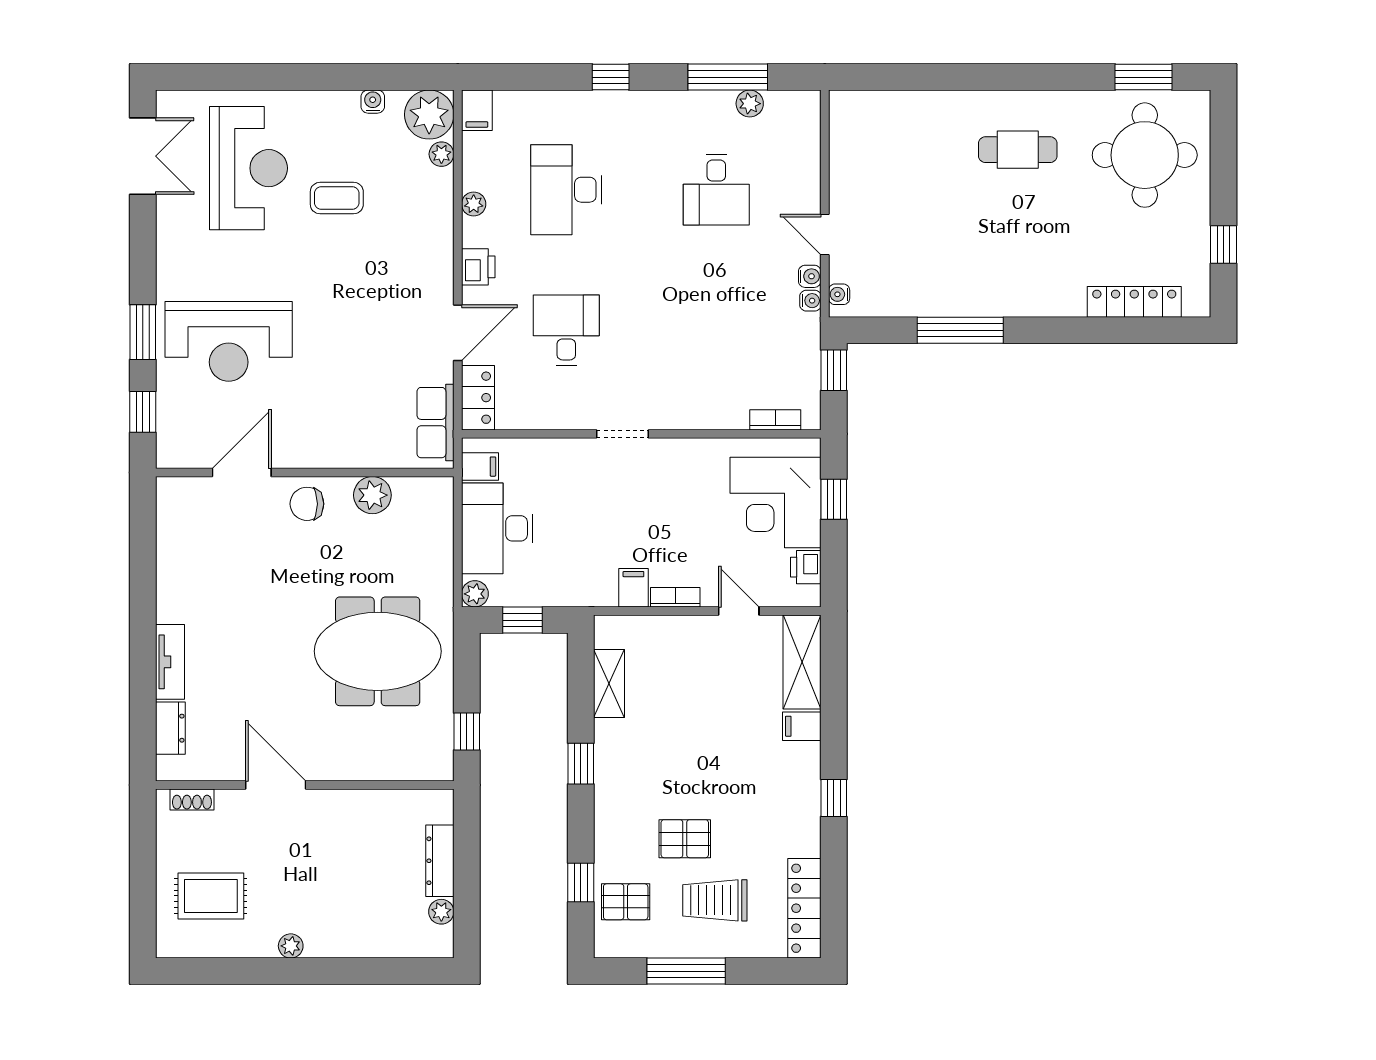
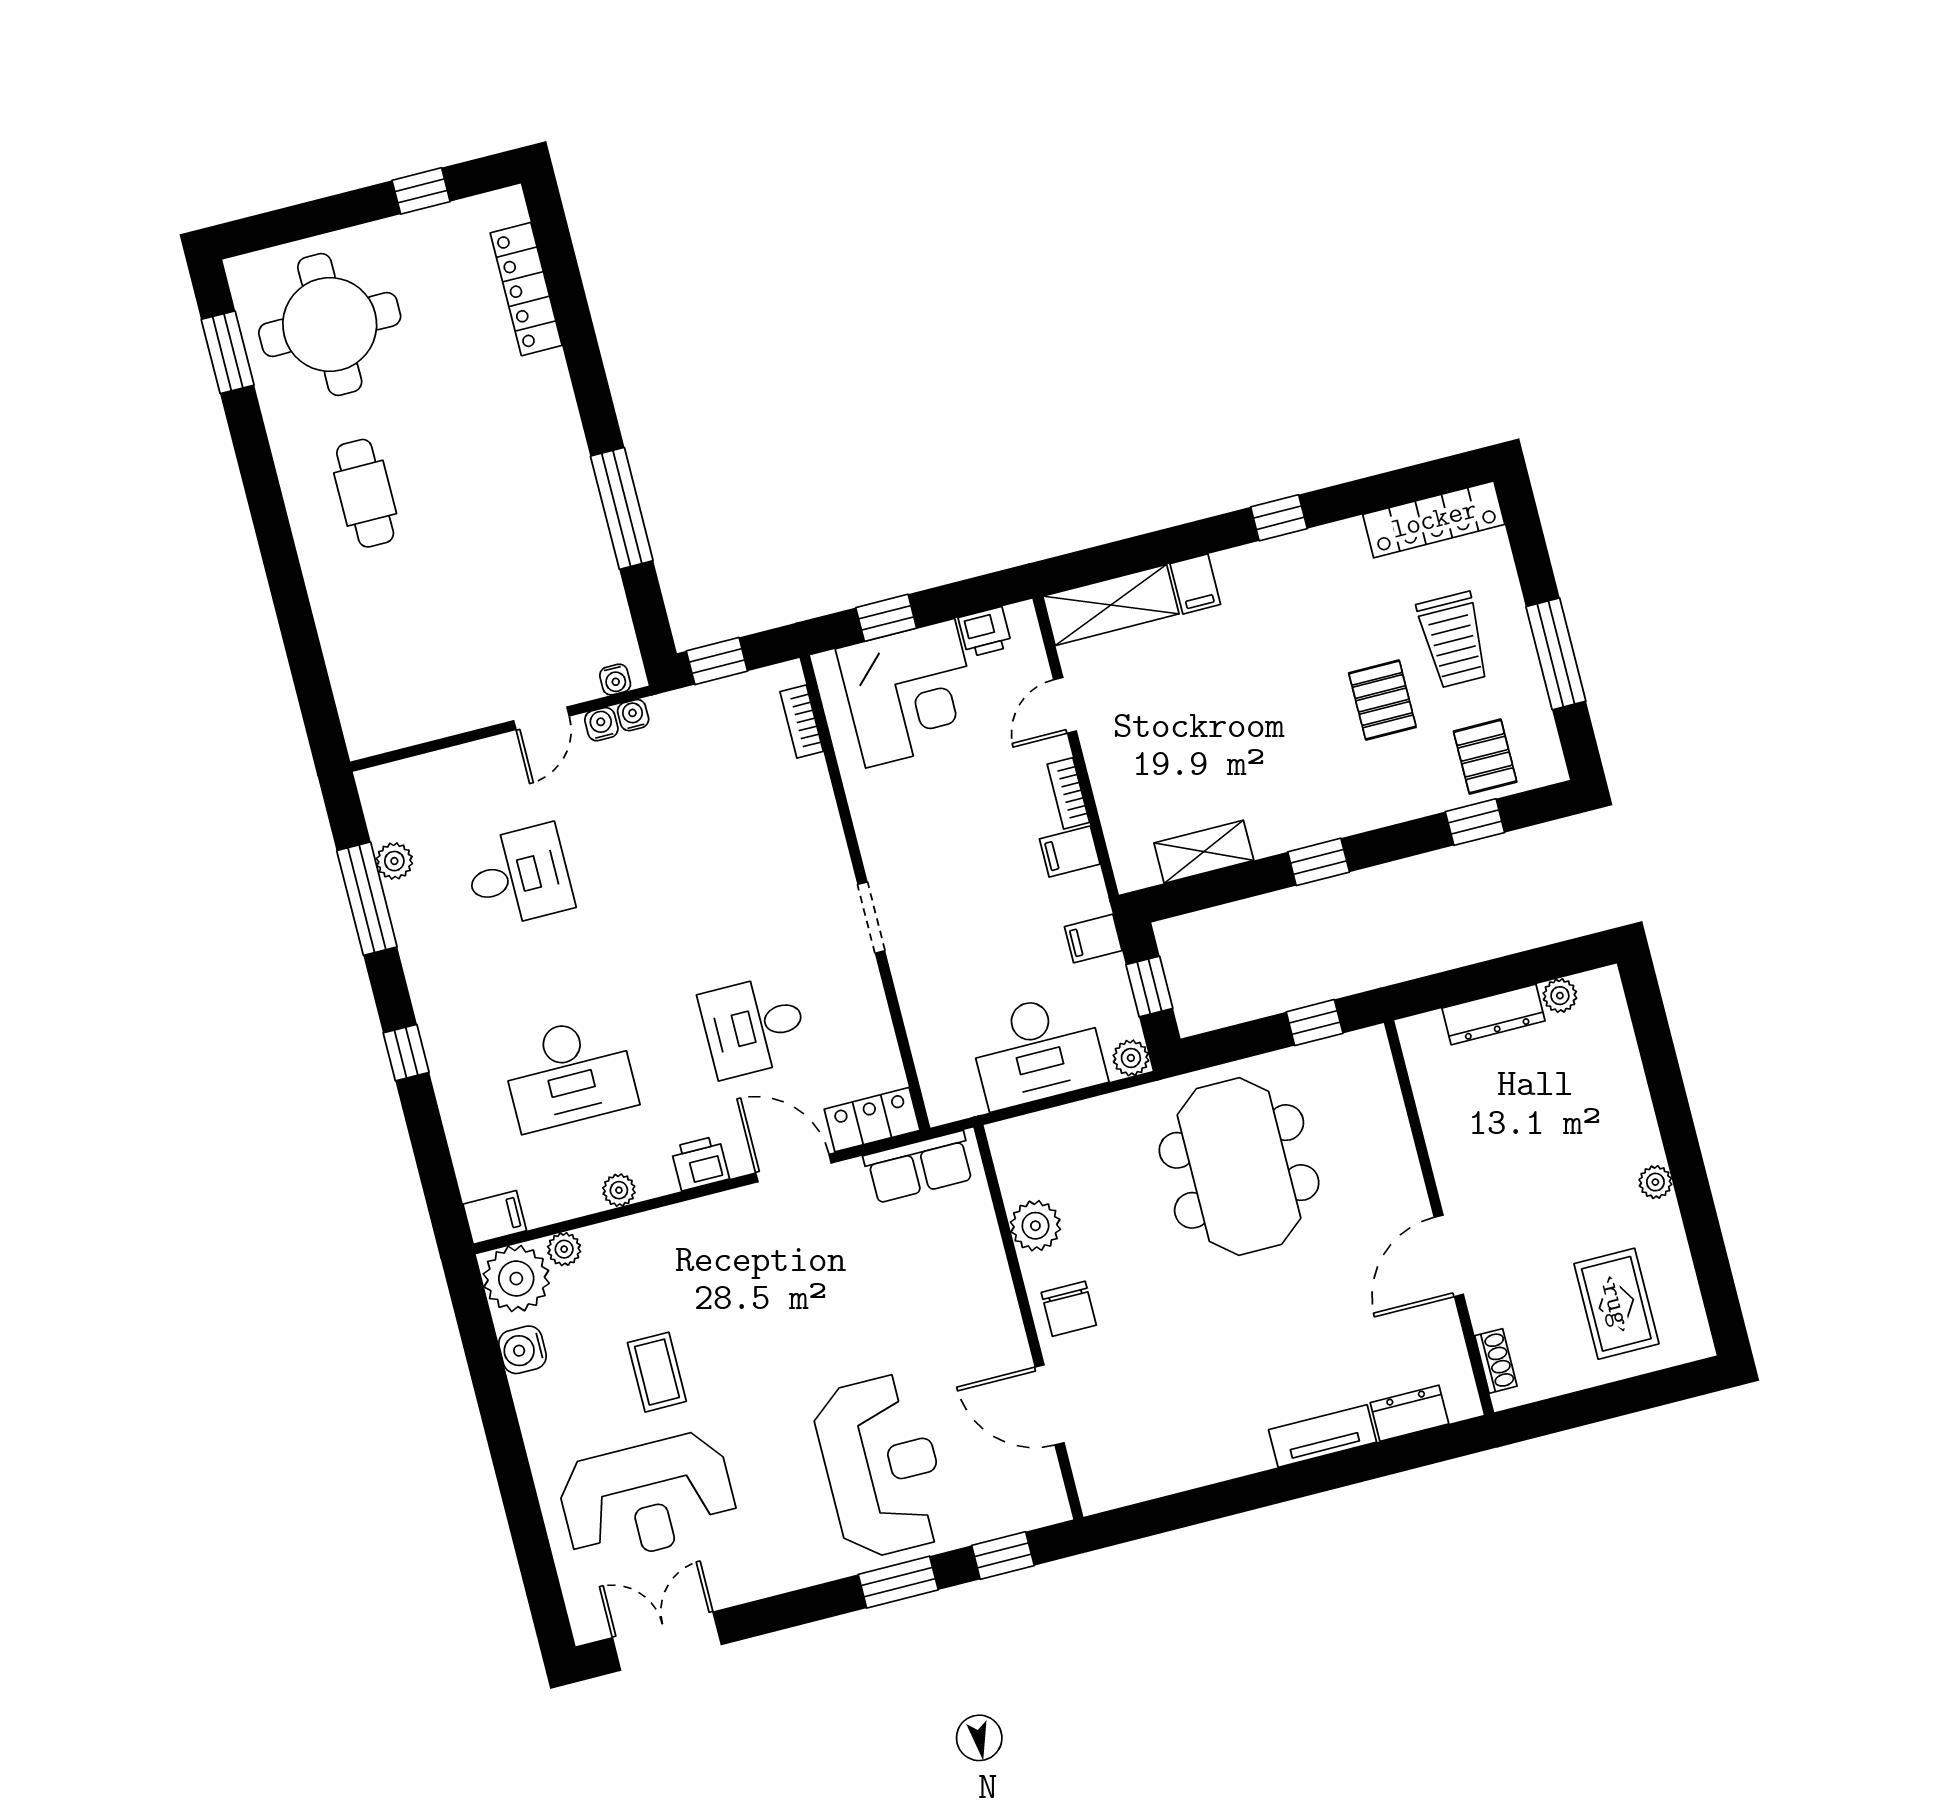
water cooler: (373, 102) -> (523, 1350), width x1.38, depth x1.38
reception desk: (249, 168) -> (647, 1498), turned 180
filing cabinet: (480, 467) -> (1093, 939), moved, turned -90

